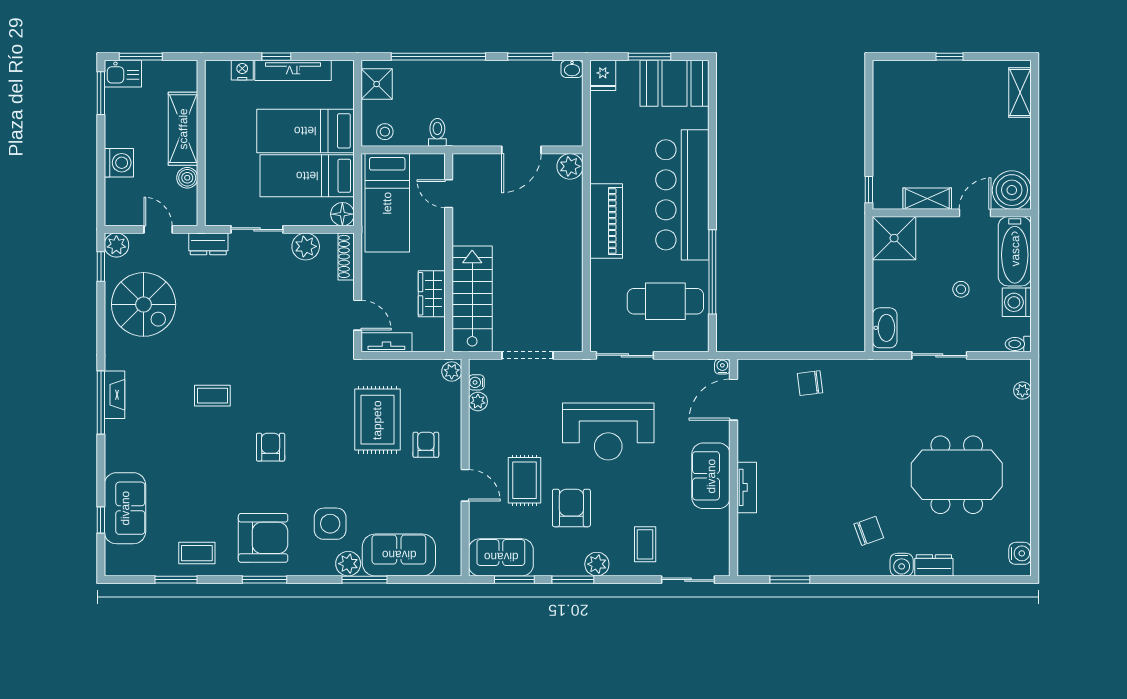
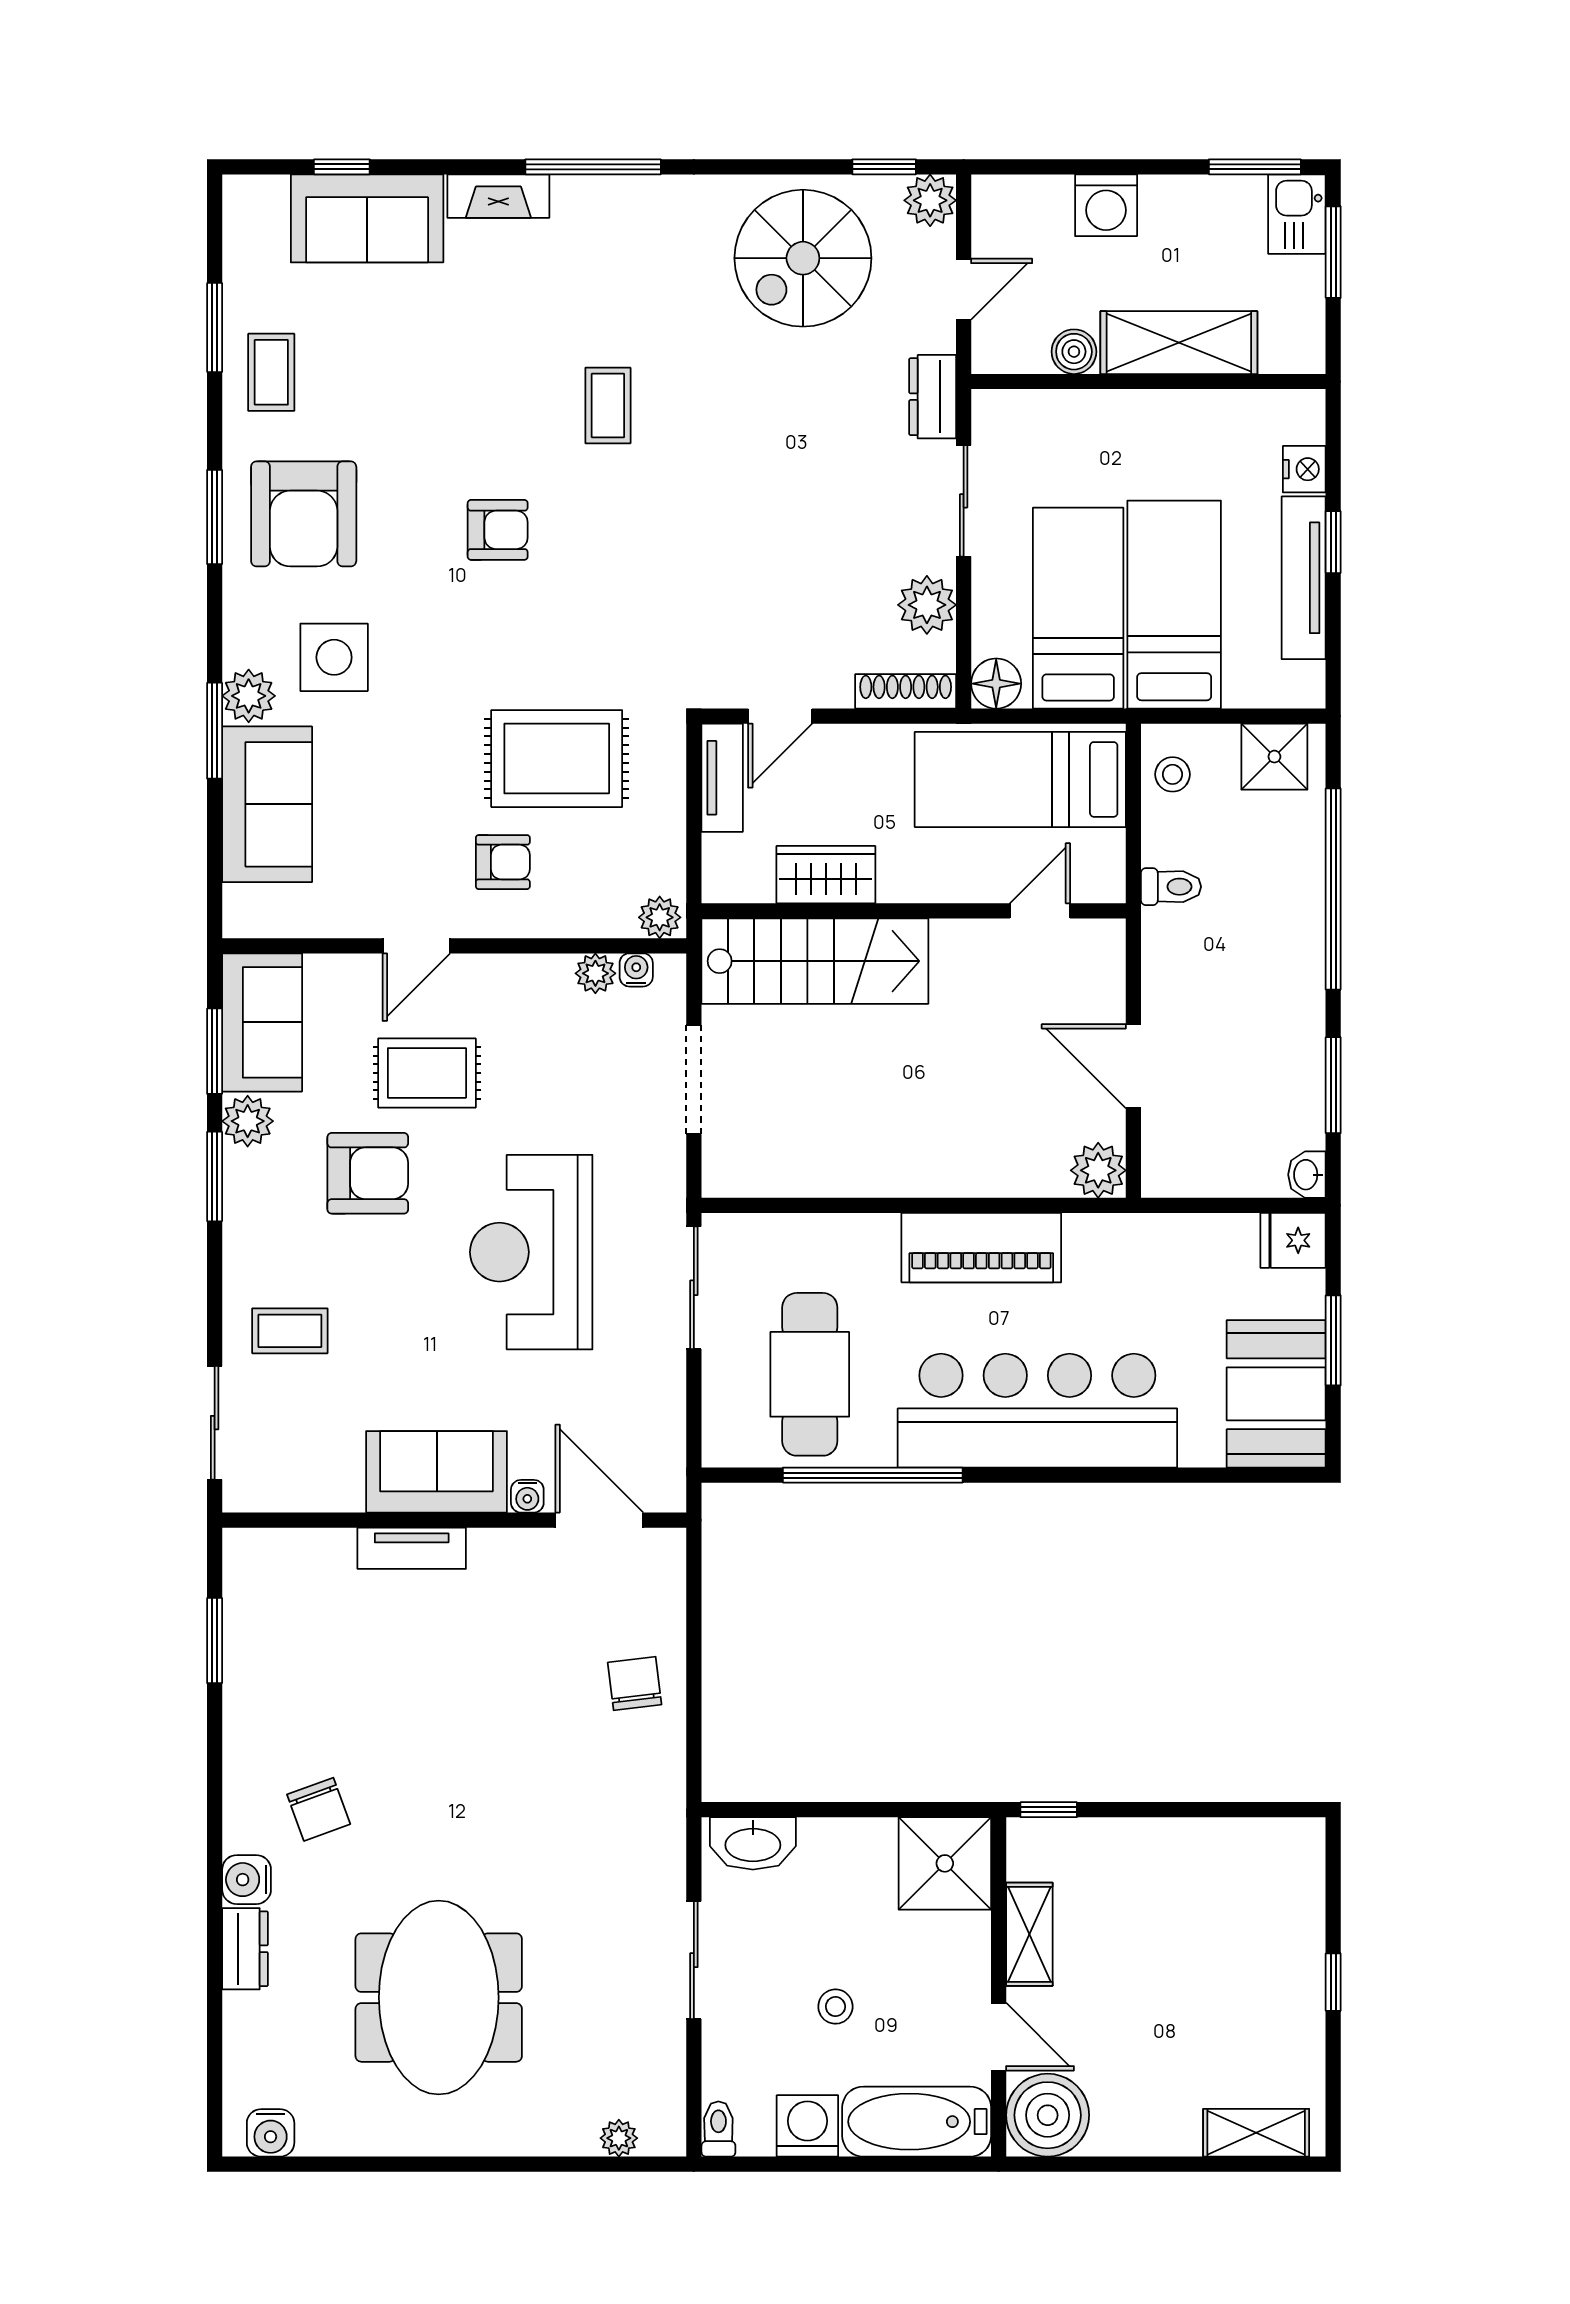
water cooler: (722, 367) -> (527, 1496), moved, turned 90
fireplace: (114, 395) -> (498, 196), moved
plant: (597, 564) -> (248, 1121), moved

